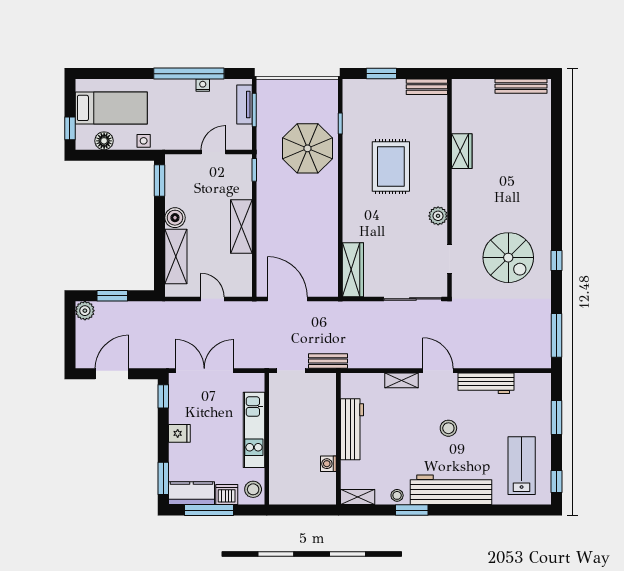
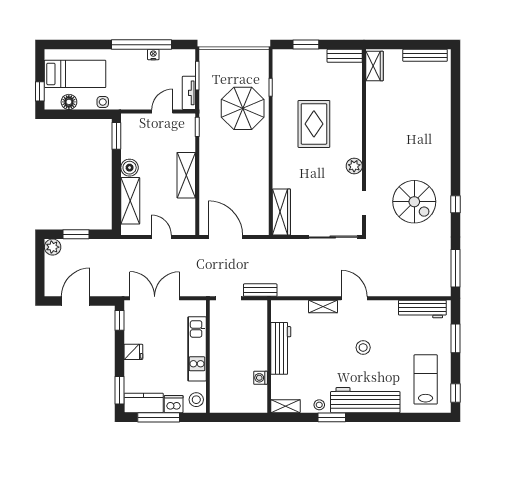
tv unit: (244, 105) -> (189, 93), moved
wardrobe: (462, 151) -> (375, 66), moved
workbench: (486, 383) -> (422, 309), moved

